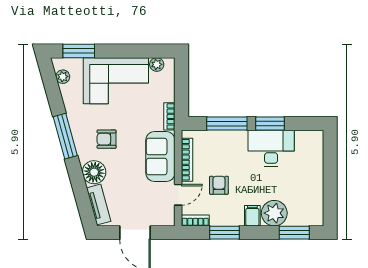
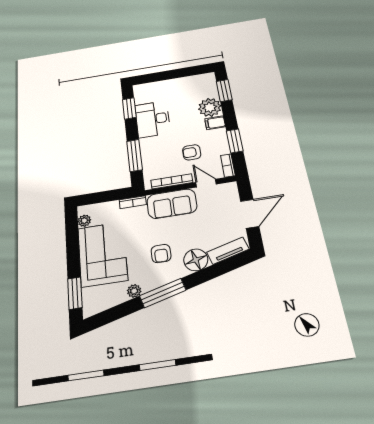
plant: (63, 77) -> (134, 291), moved
window: (270, 124) -> (129, 108), moved

